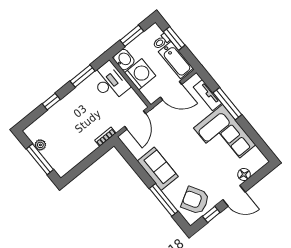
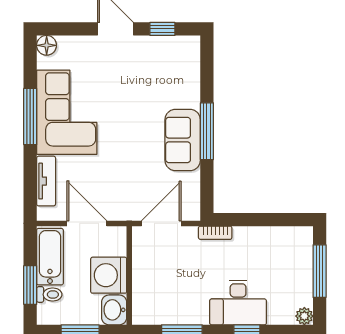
desk: (110, 82) -> (238, 303), moved, turned -90
window: (227, 104) -> (30, 117), moved
plant: (40, 145) -> (304, 316), moved
floor lamp: (244, 175) -> (47, 45), moved
window: (164, 200) -> (207, 131), moved
armchair: (195, 200) -> (168, 63), removed

